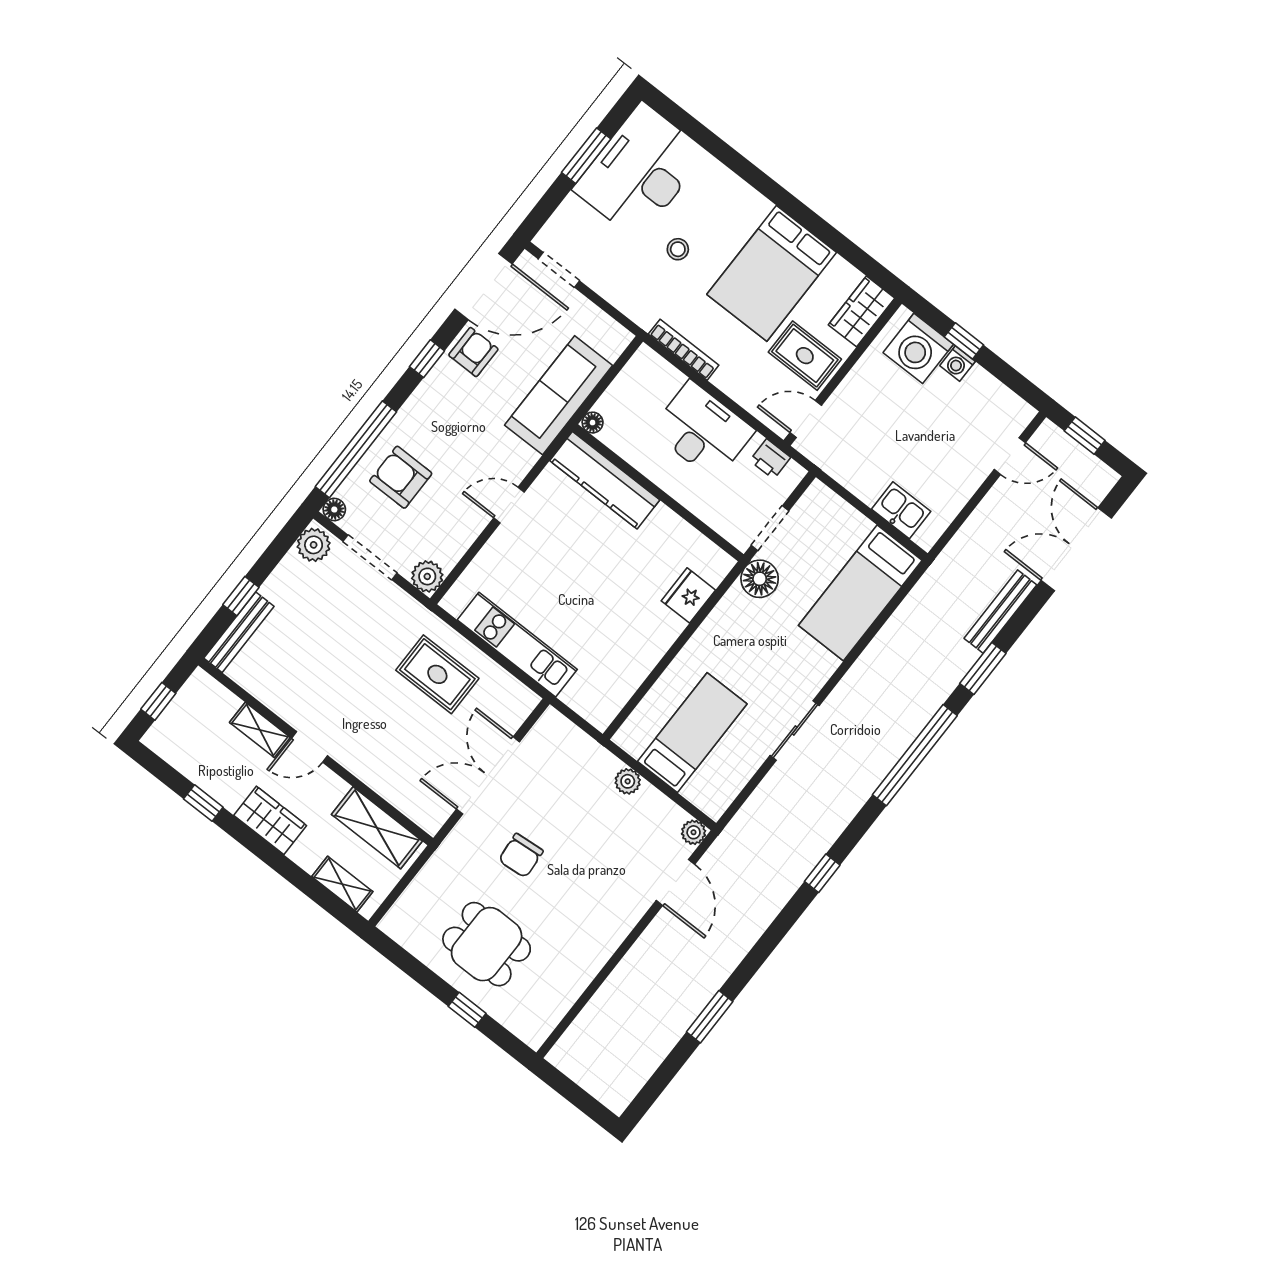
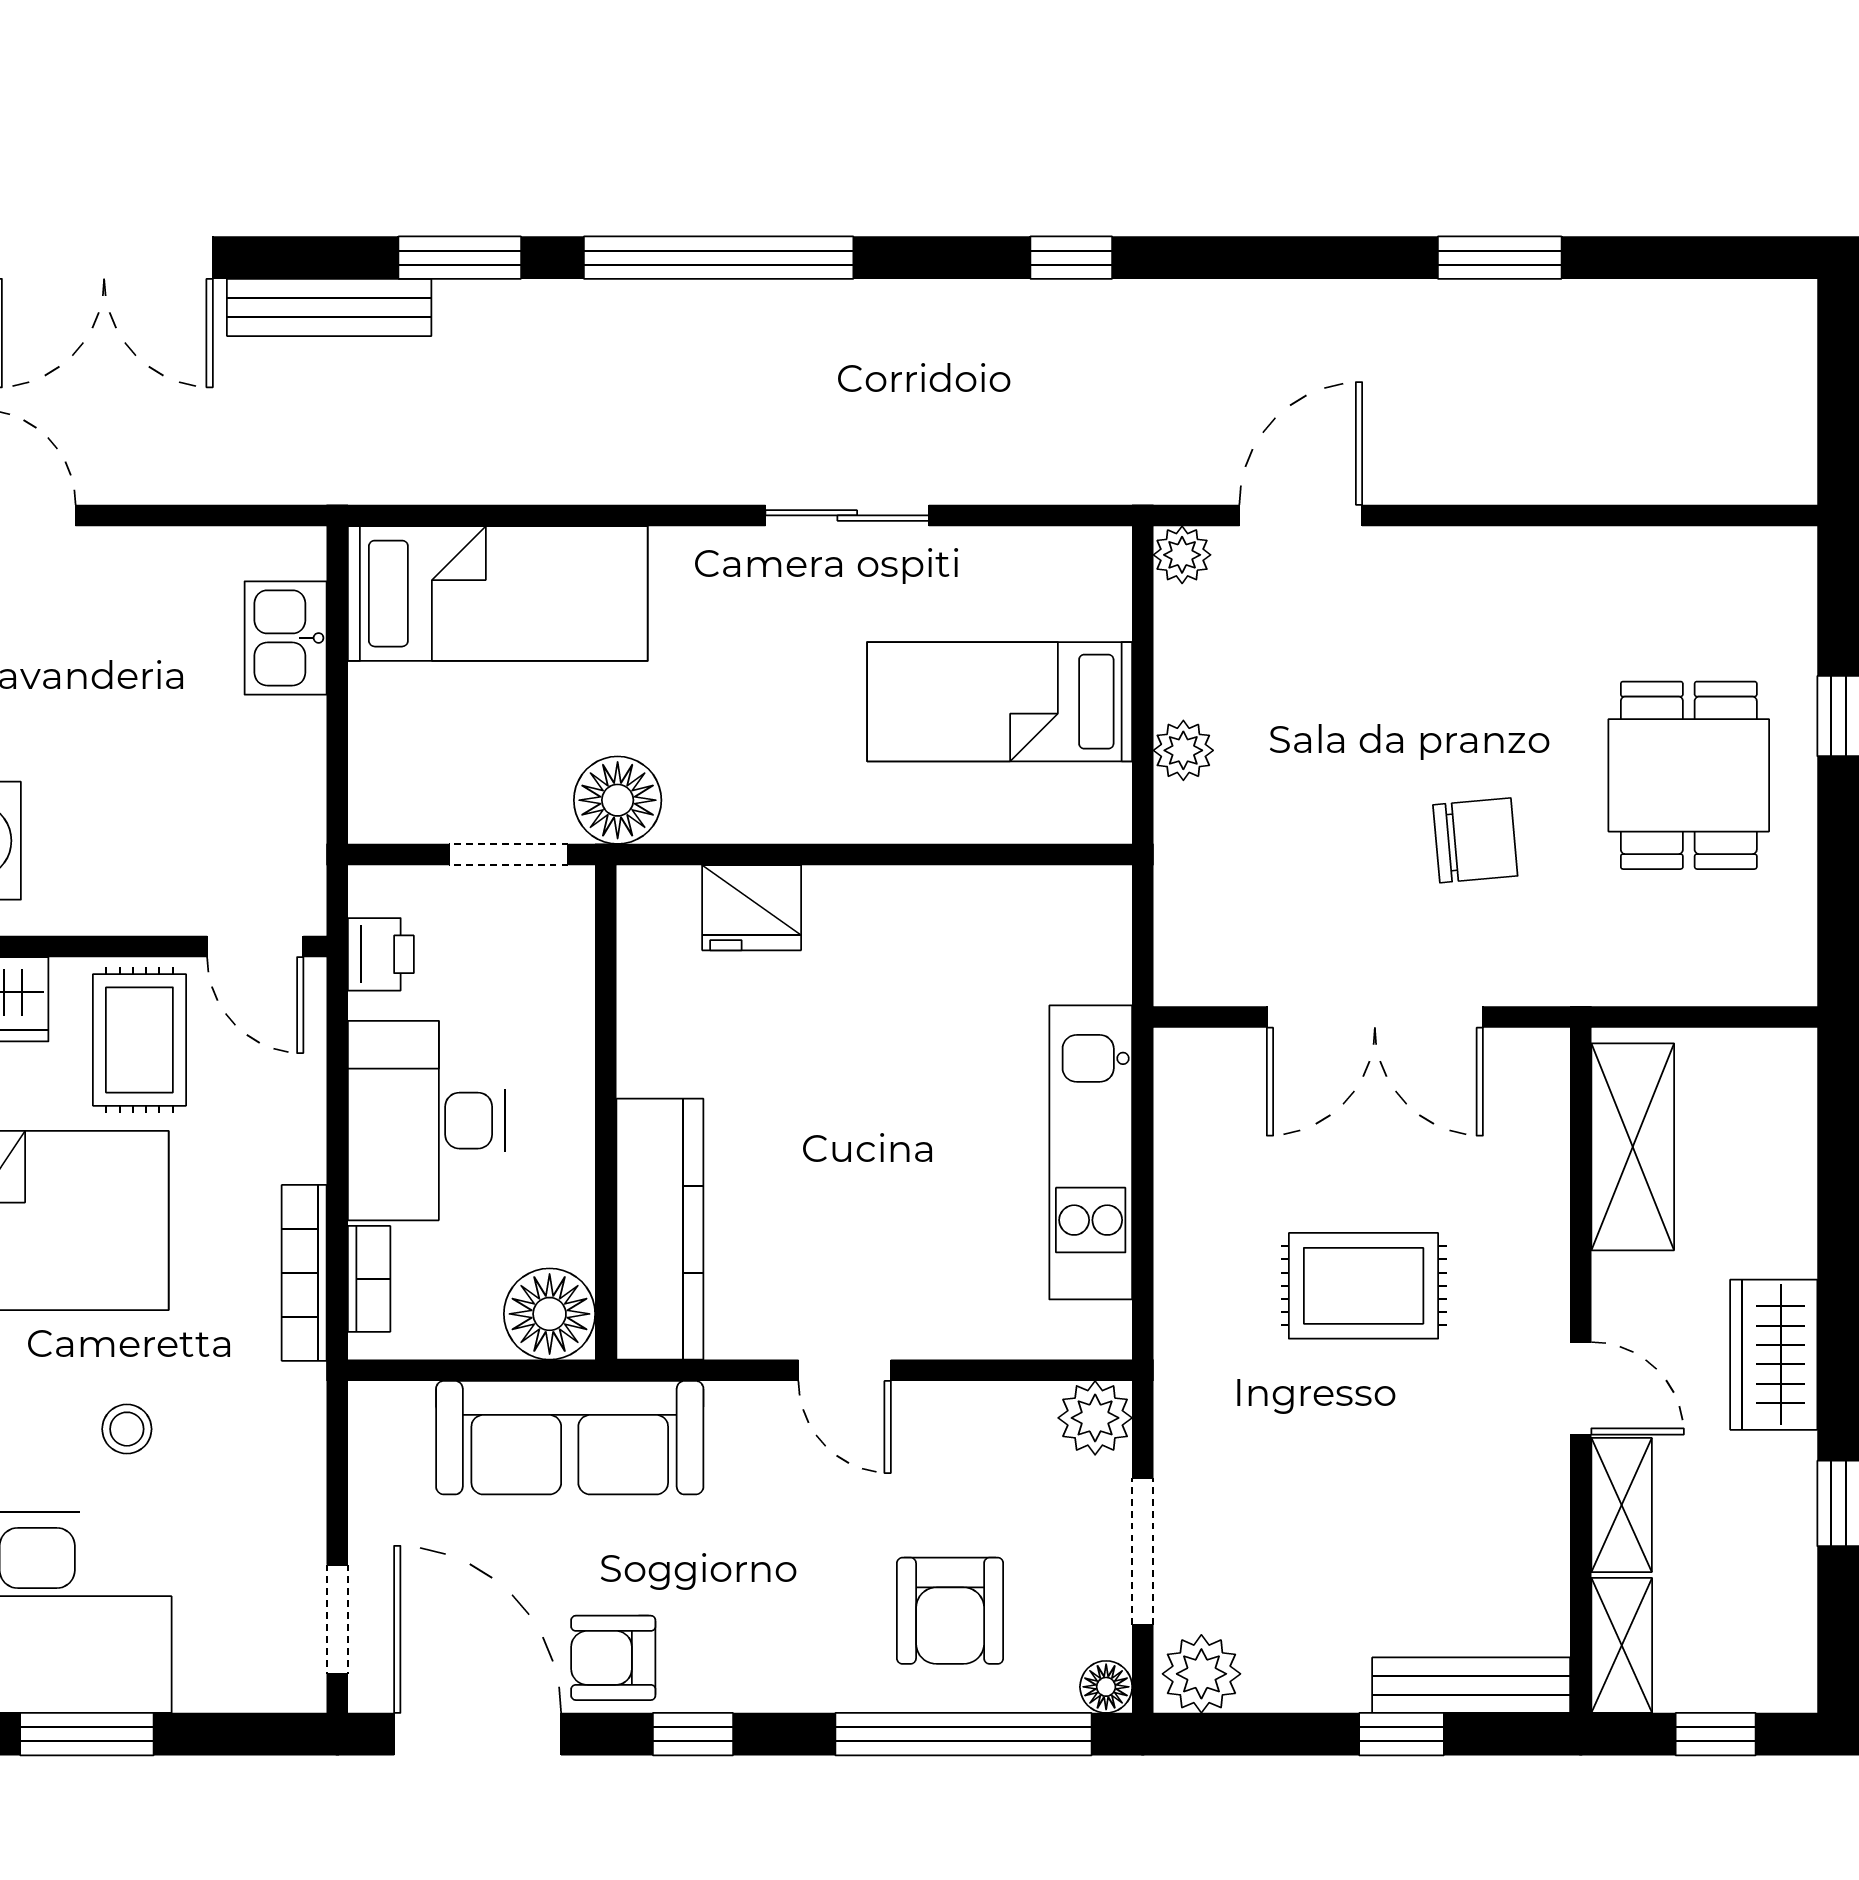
bookcase: (664, 370) -> (369, 1279), added
floor lamp: (593, 423) -> (550, 1314), width x1.89, depth x1.89
rug: (437, 674) -> (1364, 1286), moved, turned 90
shelving: (342, 884) -> (1622, 1645), moved

